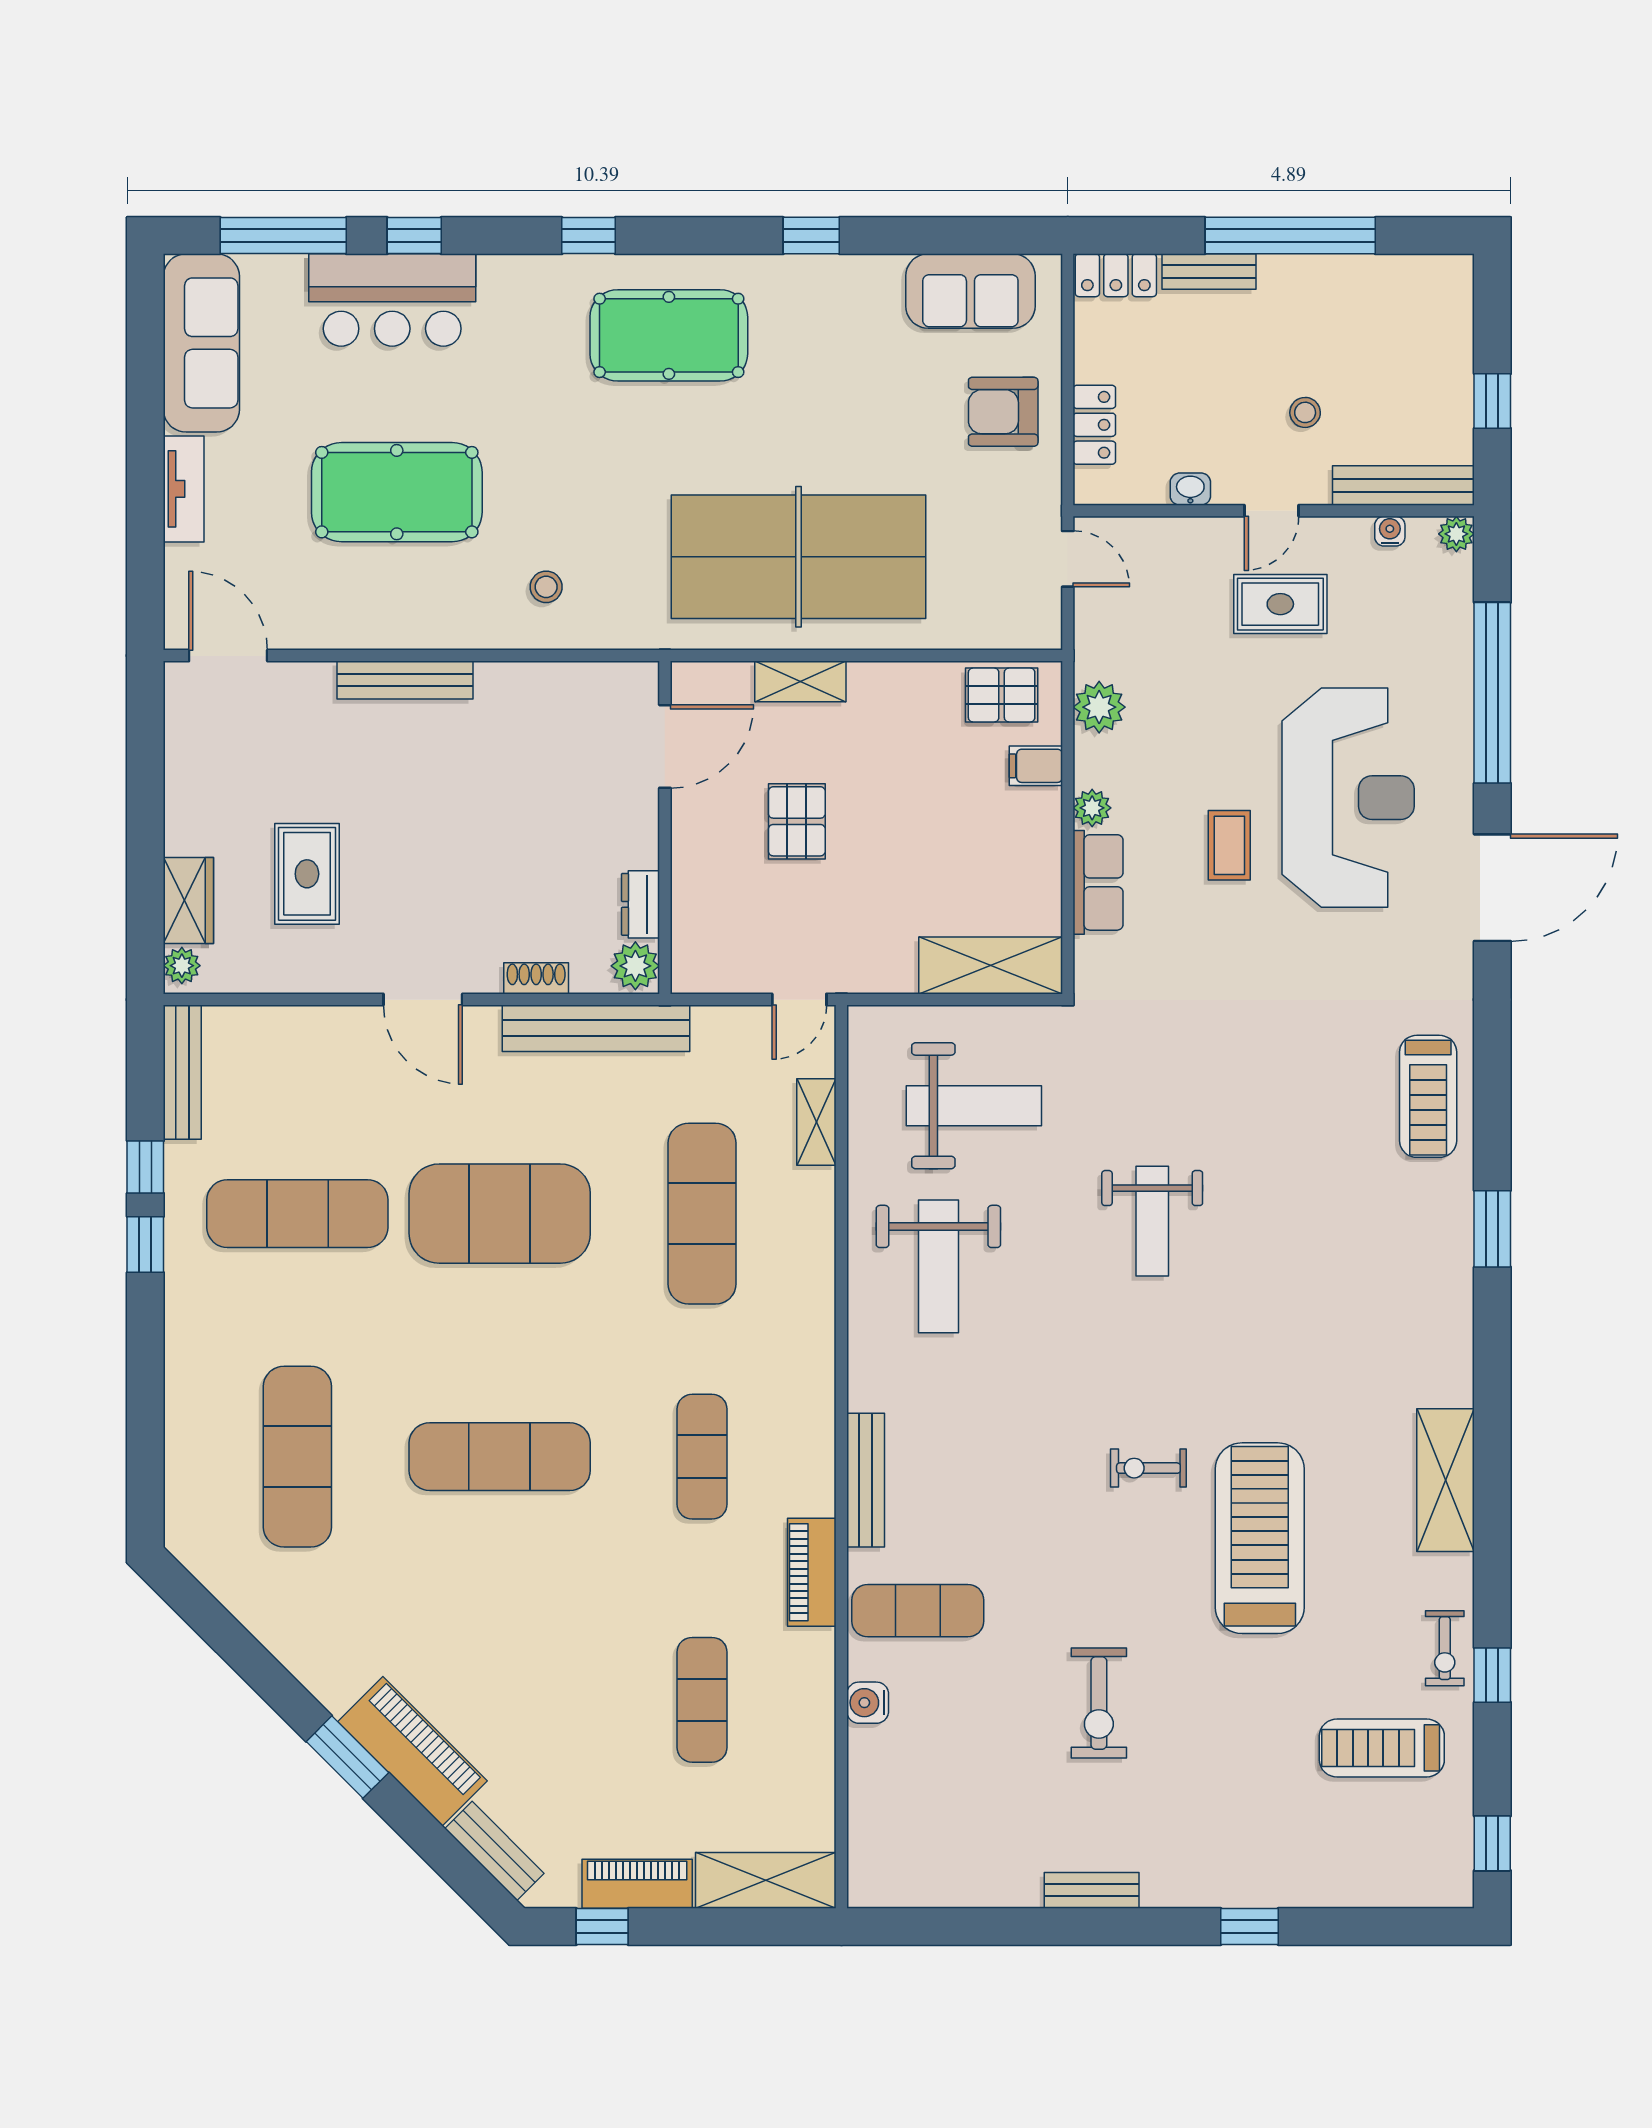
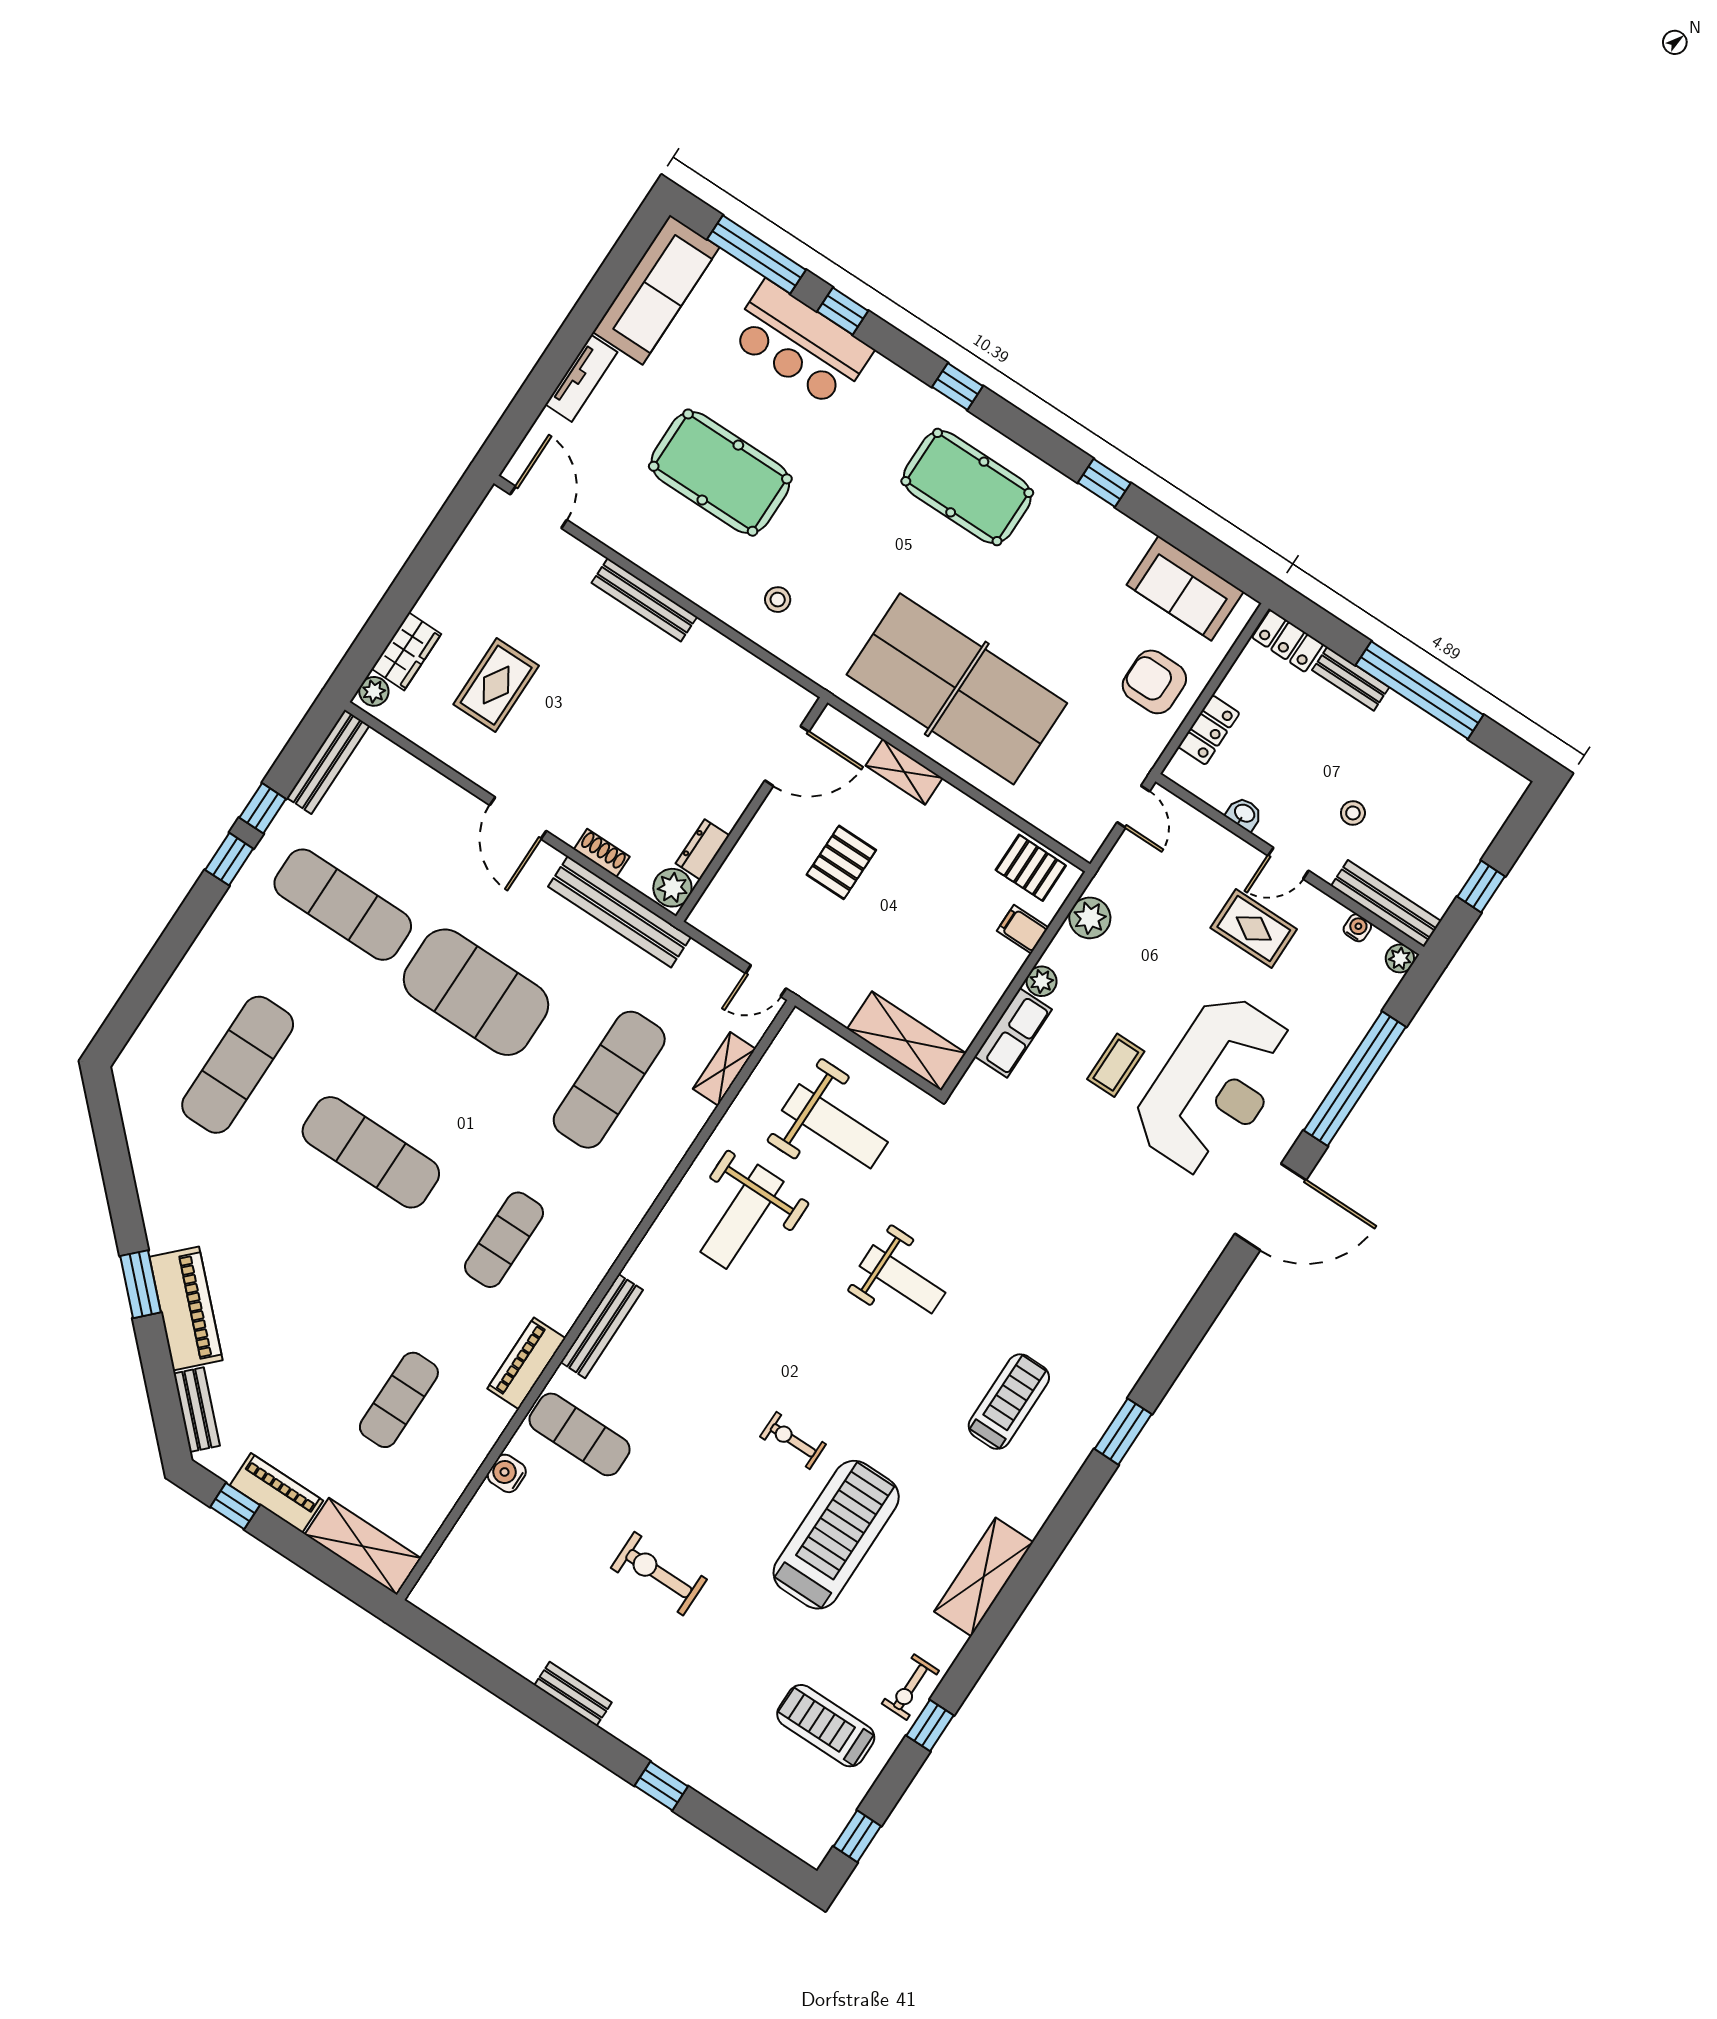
treadmill: (1428, 1096) -> (1009, 1402), moved, turned 180
weight bench: (1152, 1221) -> (902, 1279), turned -90
exercise bike: (1099, 1703) -> (659, 1574), turned 90

